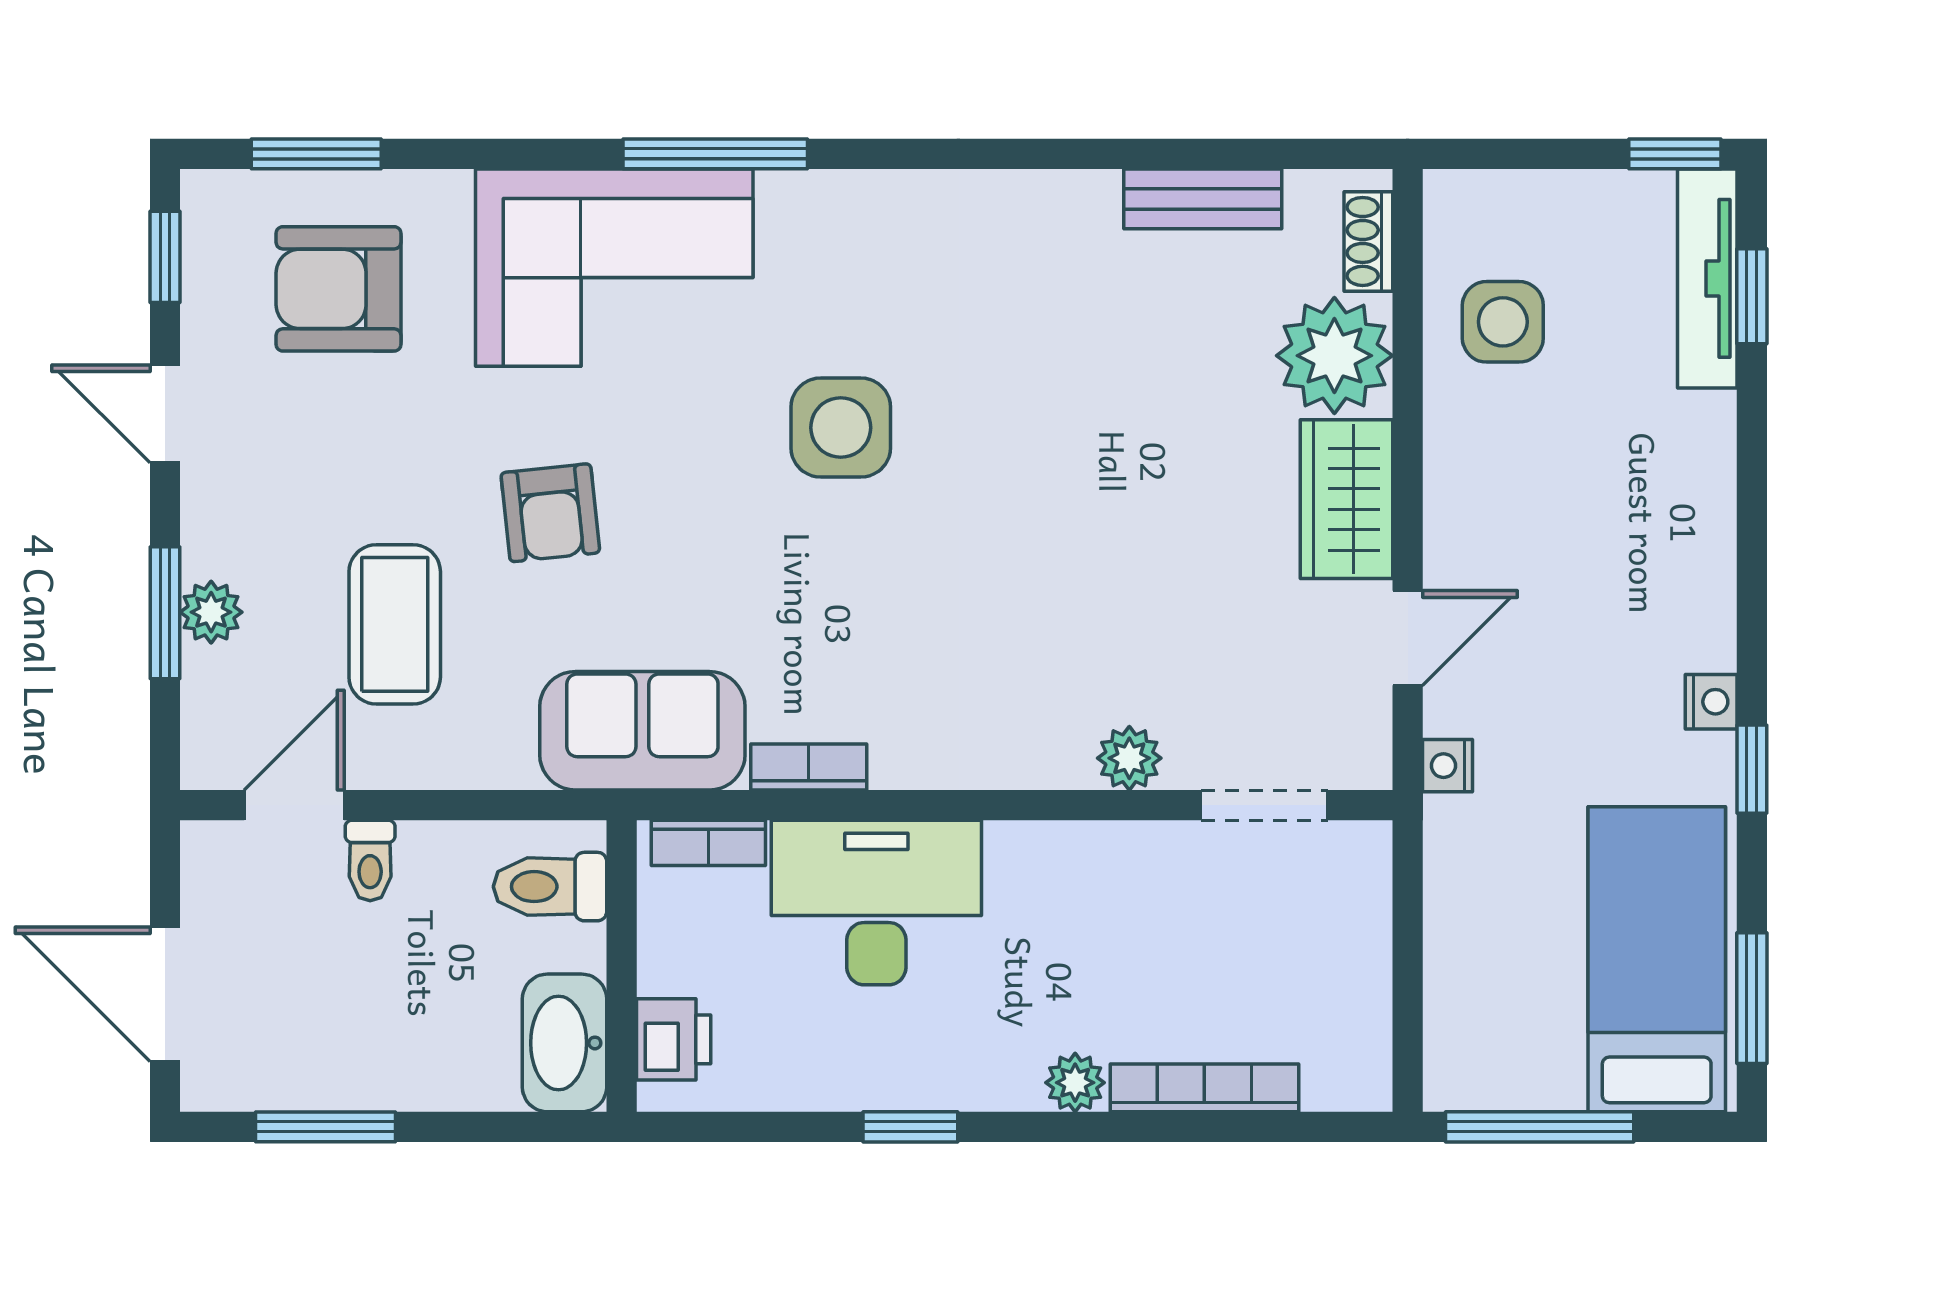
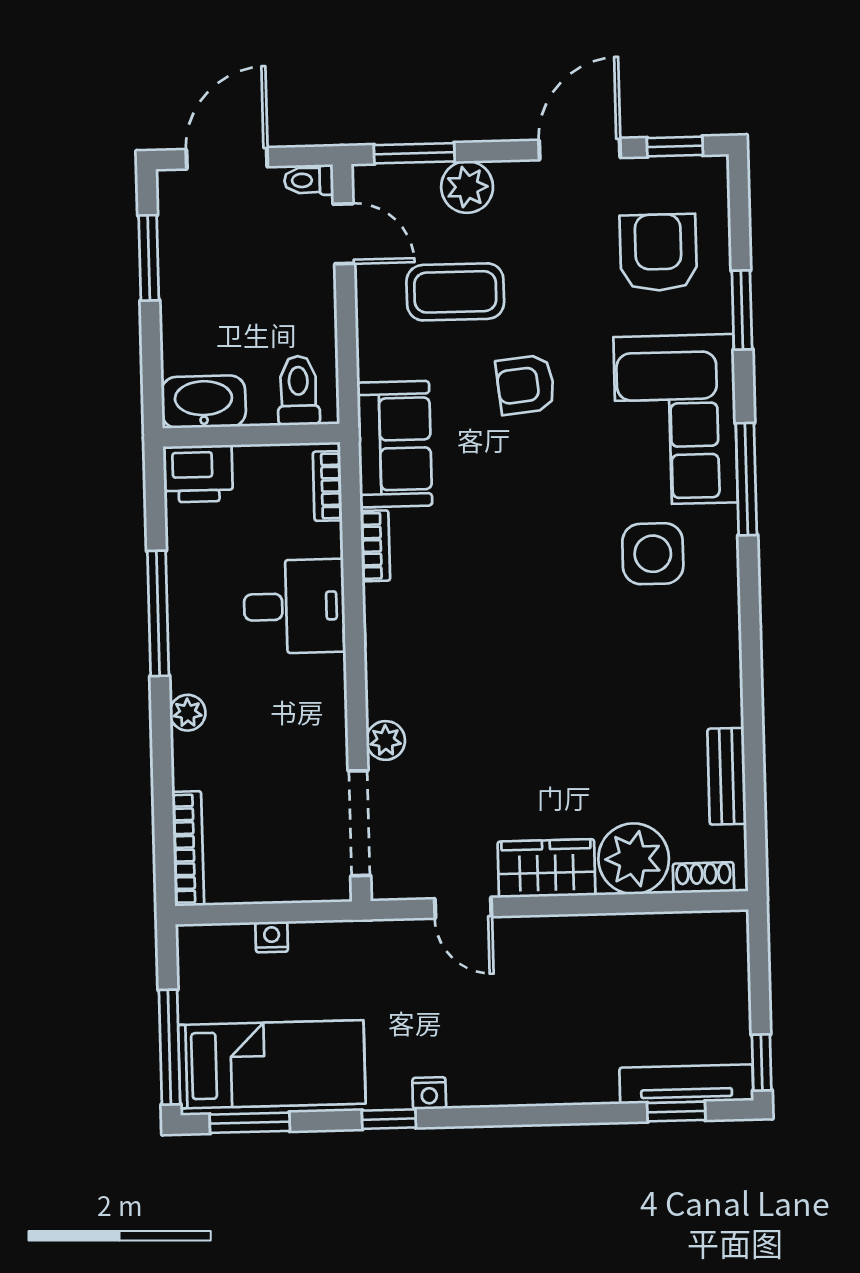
window: (316, 154) -> (742, 310), moved
side table: (1503, 322) -> (657, 961), removed
door: (165, 414) -> (580, 149), width x1.38
side table: (841, 428) -> (653, 554), moved
plant: (211, 612) -> (467, 187), width x1.38, depth x1.38
window: (165, 613) -> (414, 153), moved
nightstand: (1447, 766) -> (272, 937), moved
doorway: (1264, 805) -> (359, 823), width x1.38
toilet: (370, 860) -> (309, 180), moved
desk: (876, 903) -> (294, 606), width x0.73
printer: (674, 1039) -> (199, 474), width x1.36, depth x1.24
bookcase: (1204, 1088) -> (188, 849), moved
window: (910, 1127) -> (158, 613), width x2.17
window: (1540, 1127) -> (169, 1047), moved

